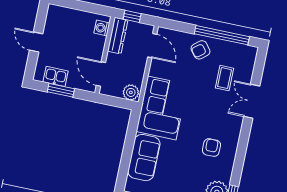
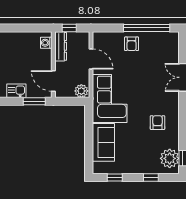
door: (152, 46) -> (91, 59), moved
armchair: (200, 50) -> (132, 44), turned -51
coffee table: (225, 78) -> (156, 63), removed
window: (61, 90) -> (34, 101), moved

